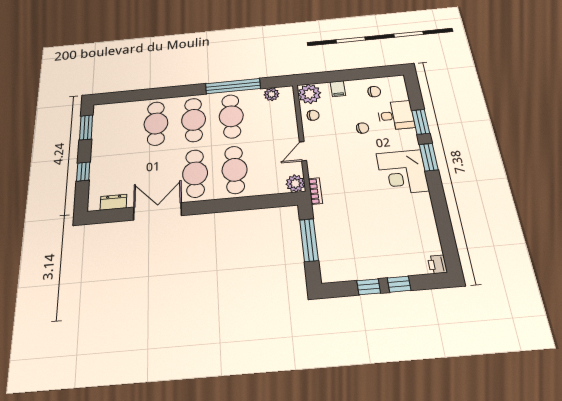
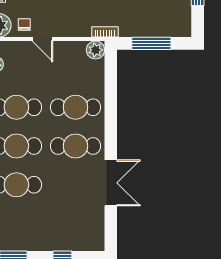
door: (303, 151) -> (42, 39), moved
dresser: (113, 202) -> (97, 226), removed
double door: (158, 211) -> (111, 183), swing flipped

